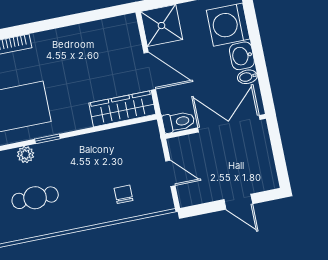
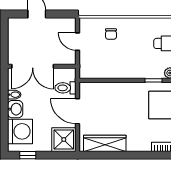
wardrobe: (122, 109) -> (105, 143), moved, turned 180
toilet: (178, 122) -> (65, 88), moved

